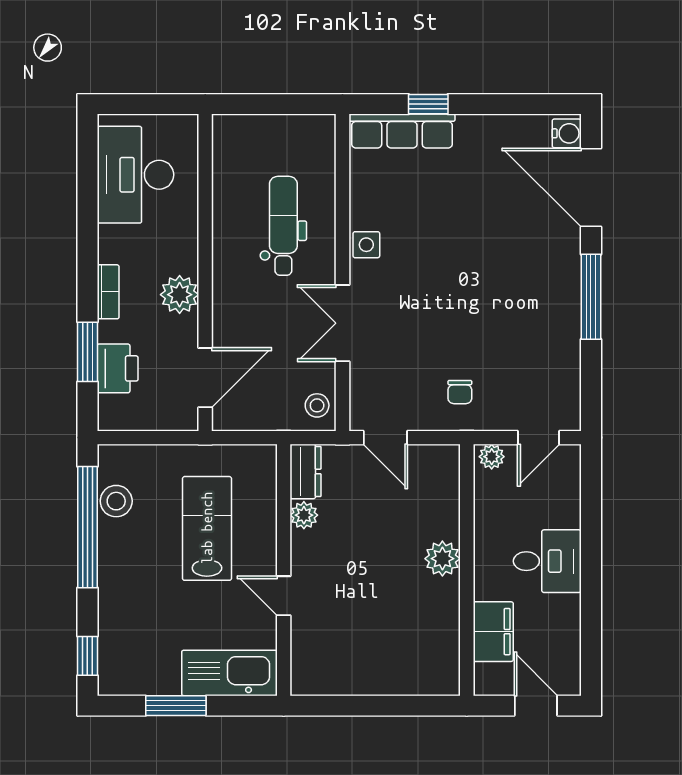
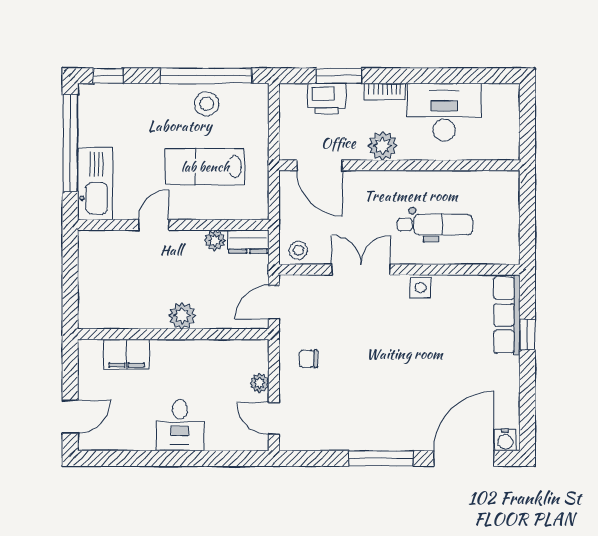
desk: (135, 175) -> (444, 112), moved
stool: (116, 501) -> (207, 104), moved
lab bench: (207, 528) -> (205, 167), turned 180
plant: (442, 559) -> (182, 316), moved
wall: (467, 570) -> (173, 334), moved
filing cabinet: (493, 632) -> (126, 354), moved
window: (176, 706) -> (70, 143), width x2.11

